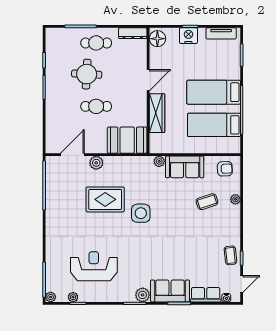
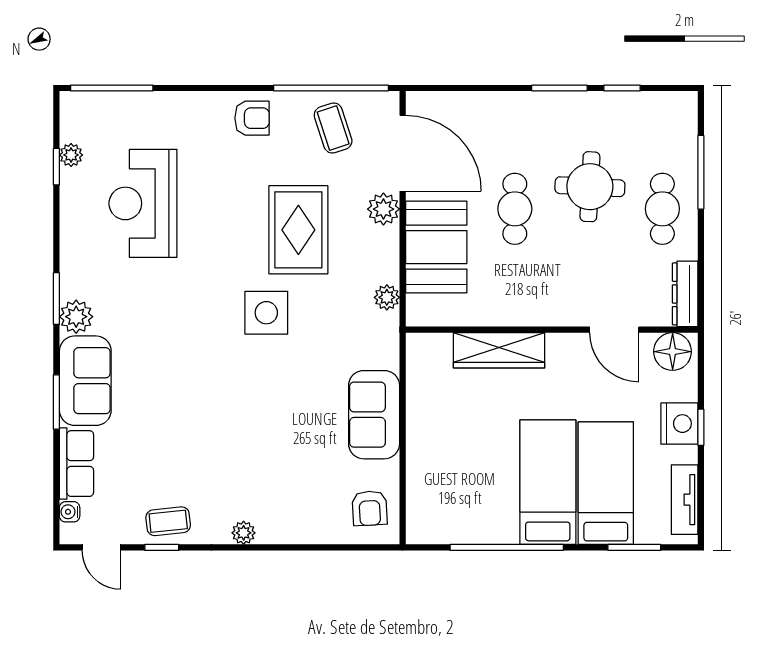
door: (148, 80) -> (614, 330), moved
bed: (214, 125) -> (606, 483), moved
booth: (127, 140) -> (436, 247), moved
door: (72, 155) -> (403, 153), width x1.36
plant: (159, 161) -> (387, 297), moved
plant: (235, 199) -> (244, 533), moved
coffee table: (207, 202) -> (333, 128), moved
armchair: (57, 219) -> (252, 118), added
reception desk: (94, 266) -> (143, 203), turned 180
plant: (51, 297) -> (71, 103), removed

